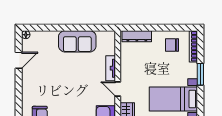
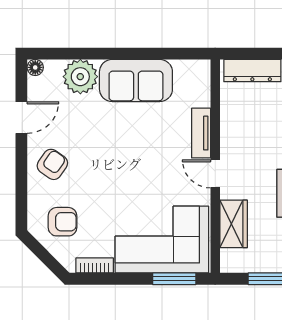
plant: (49, 39) -> (80, 77), added
armchair: (35, 84) -> (52, 164), added

